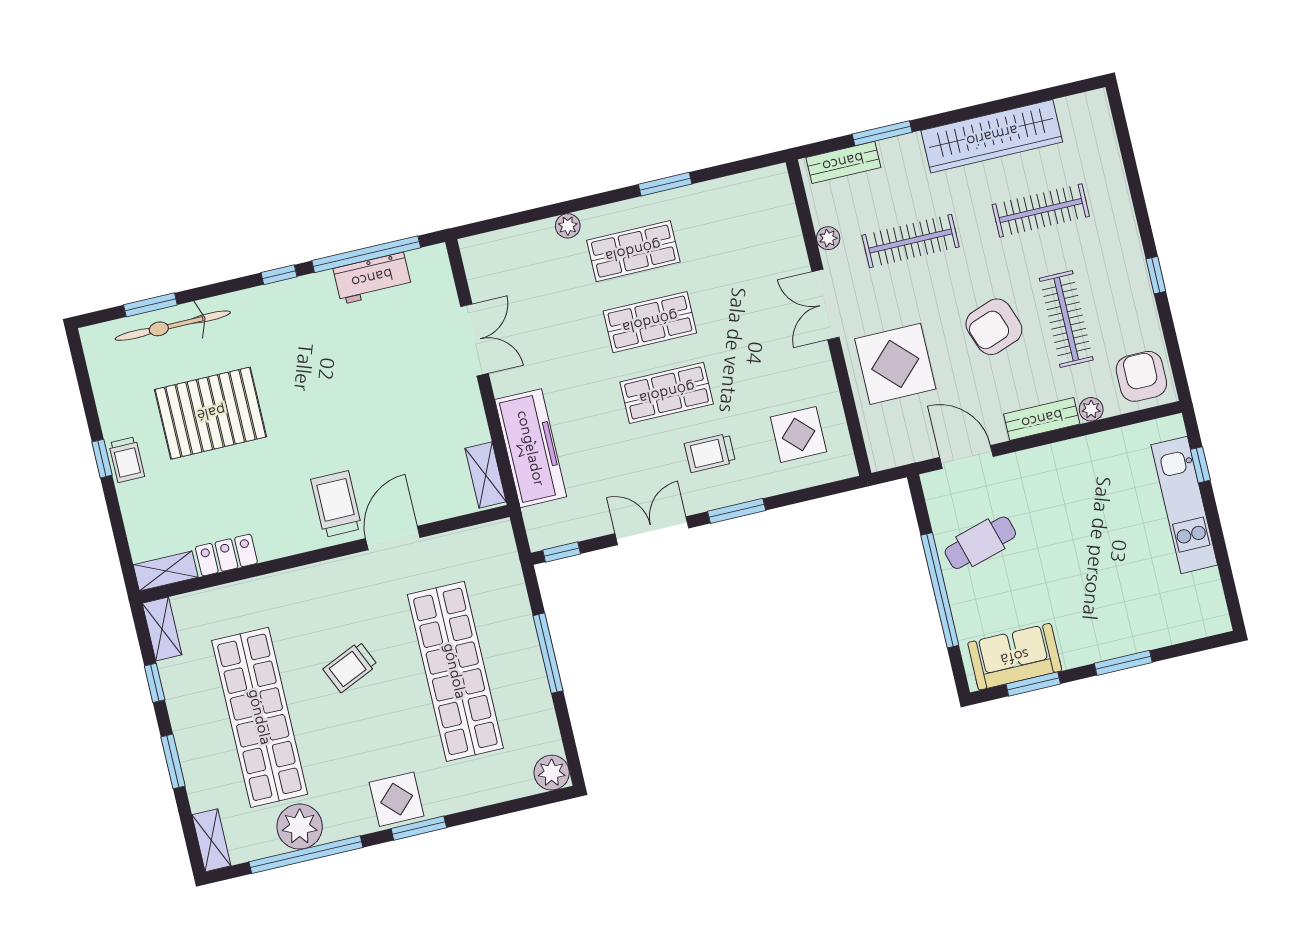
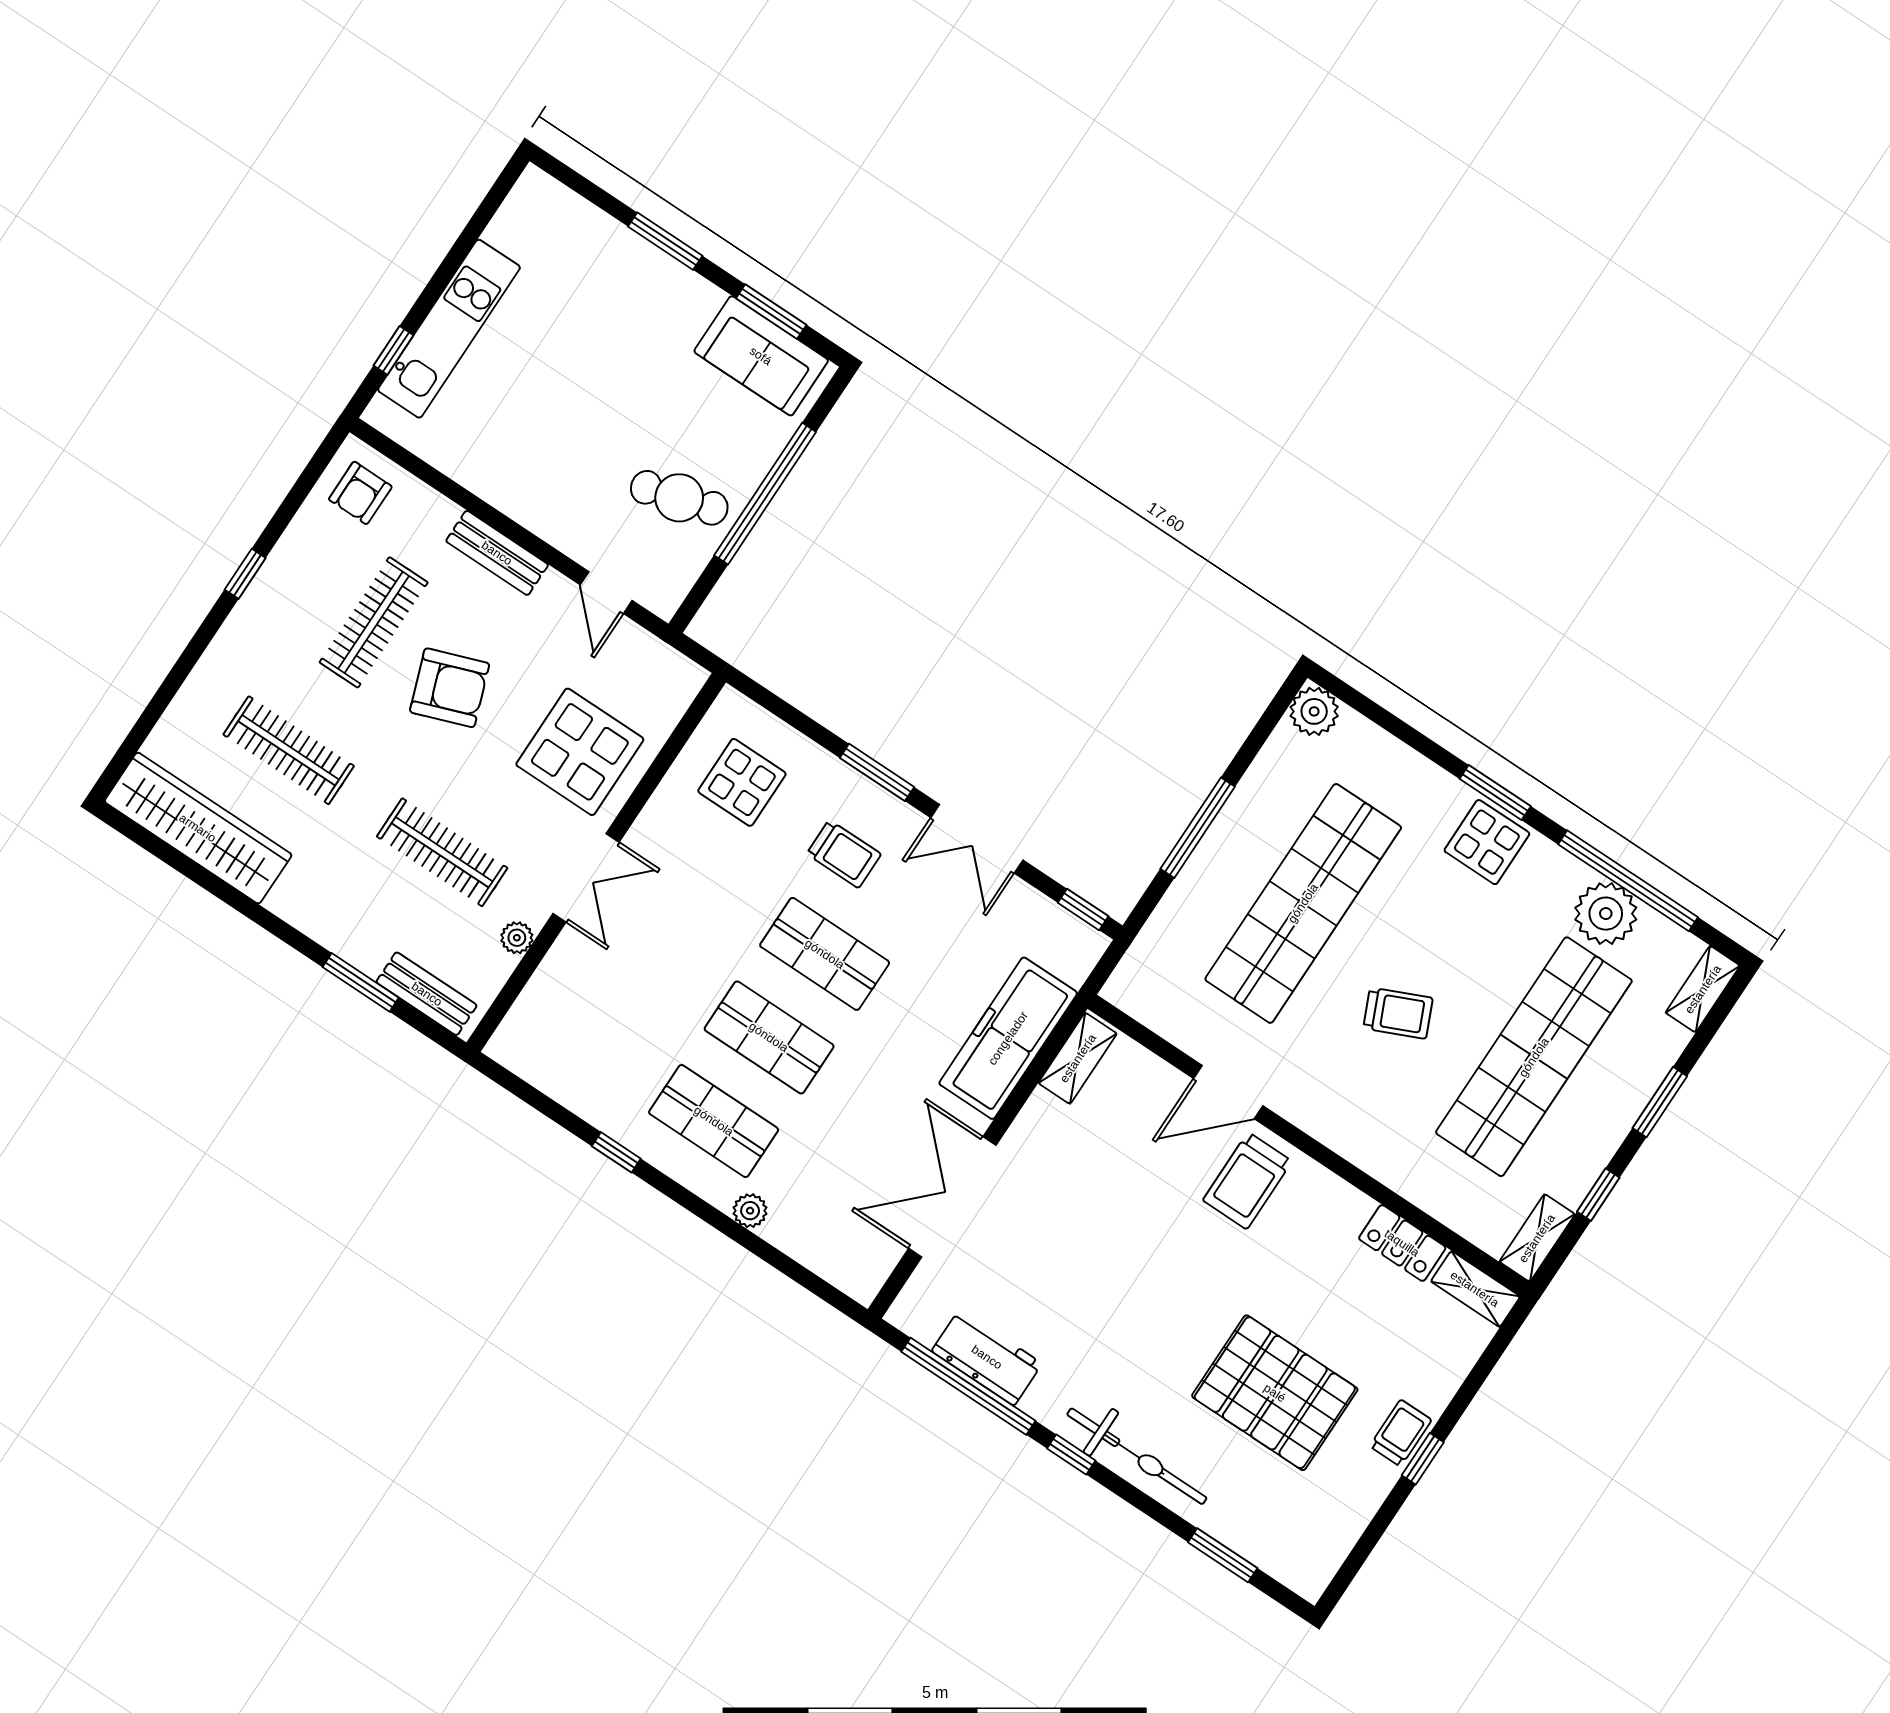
wardrobe: (992, 136) -> (198, 828), moved
window: (665, 184) -> (616, 1152), width x0.67
bicycle: (173, 326) -> (1137, 1456), moved
double door: (474, 340) -> (952, 1197), width x1.37
armchair: (1141, 376) -> (360, 493), width x0.72, depth x0.72
plant: (1091, 409) -> (441, 512), removed
door: (966, 457) -> (606, 593), width x0.73

